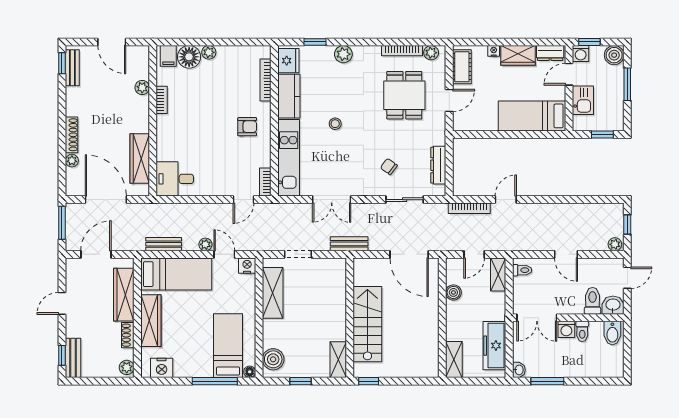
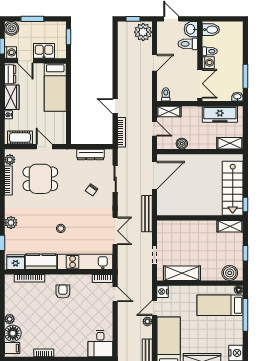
bench: (349, 244) -> (147, 214), width x1.36
plant: (615, 244) -> (143, 32), width x1.87, depth x1.87
stairs: (367, 324) -> (233, 188), moved, turned -90

